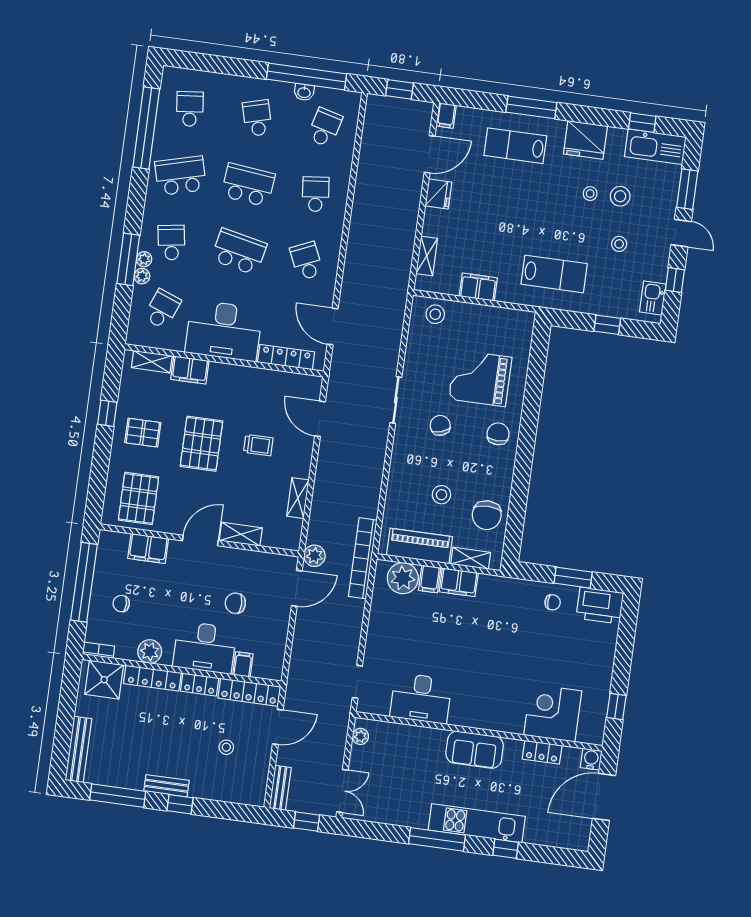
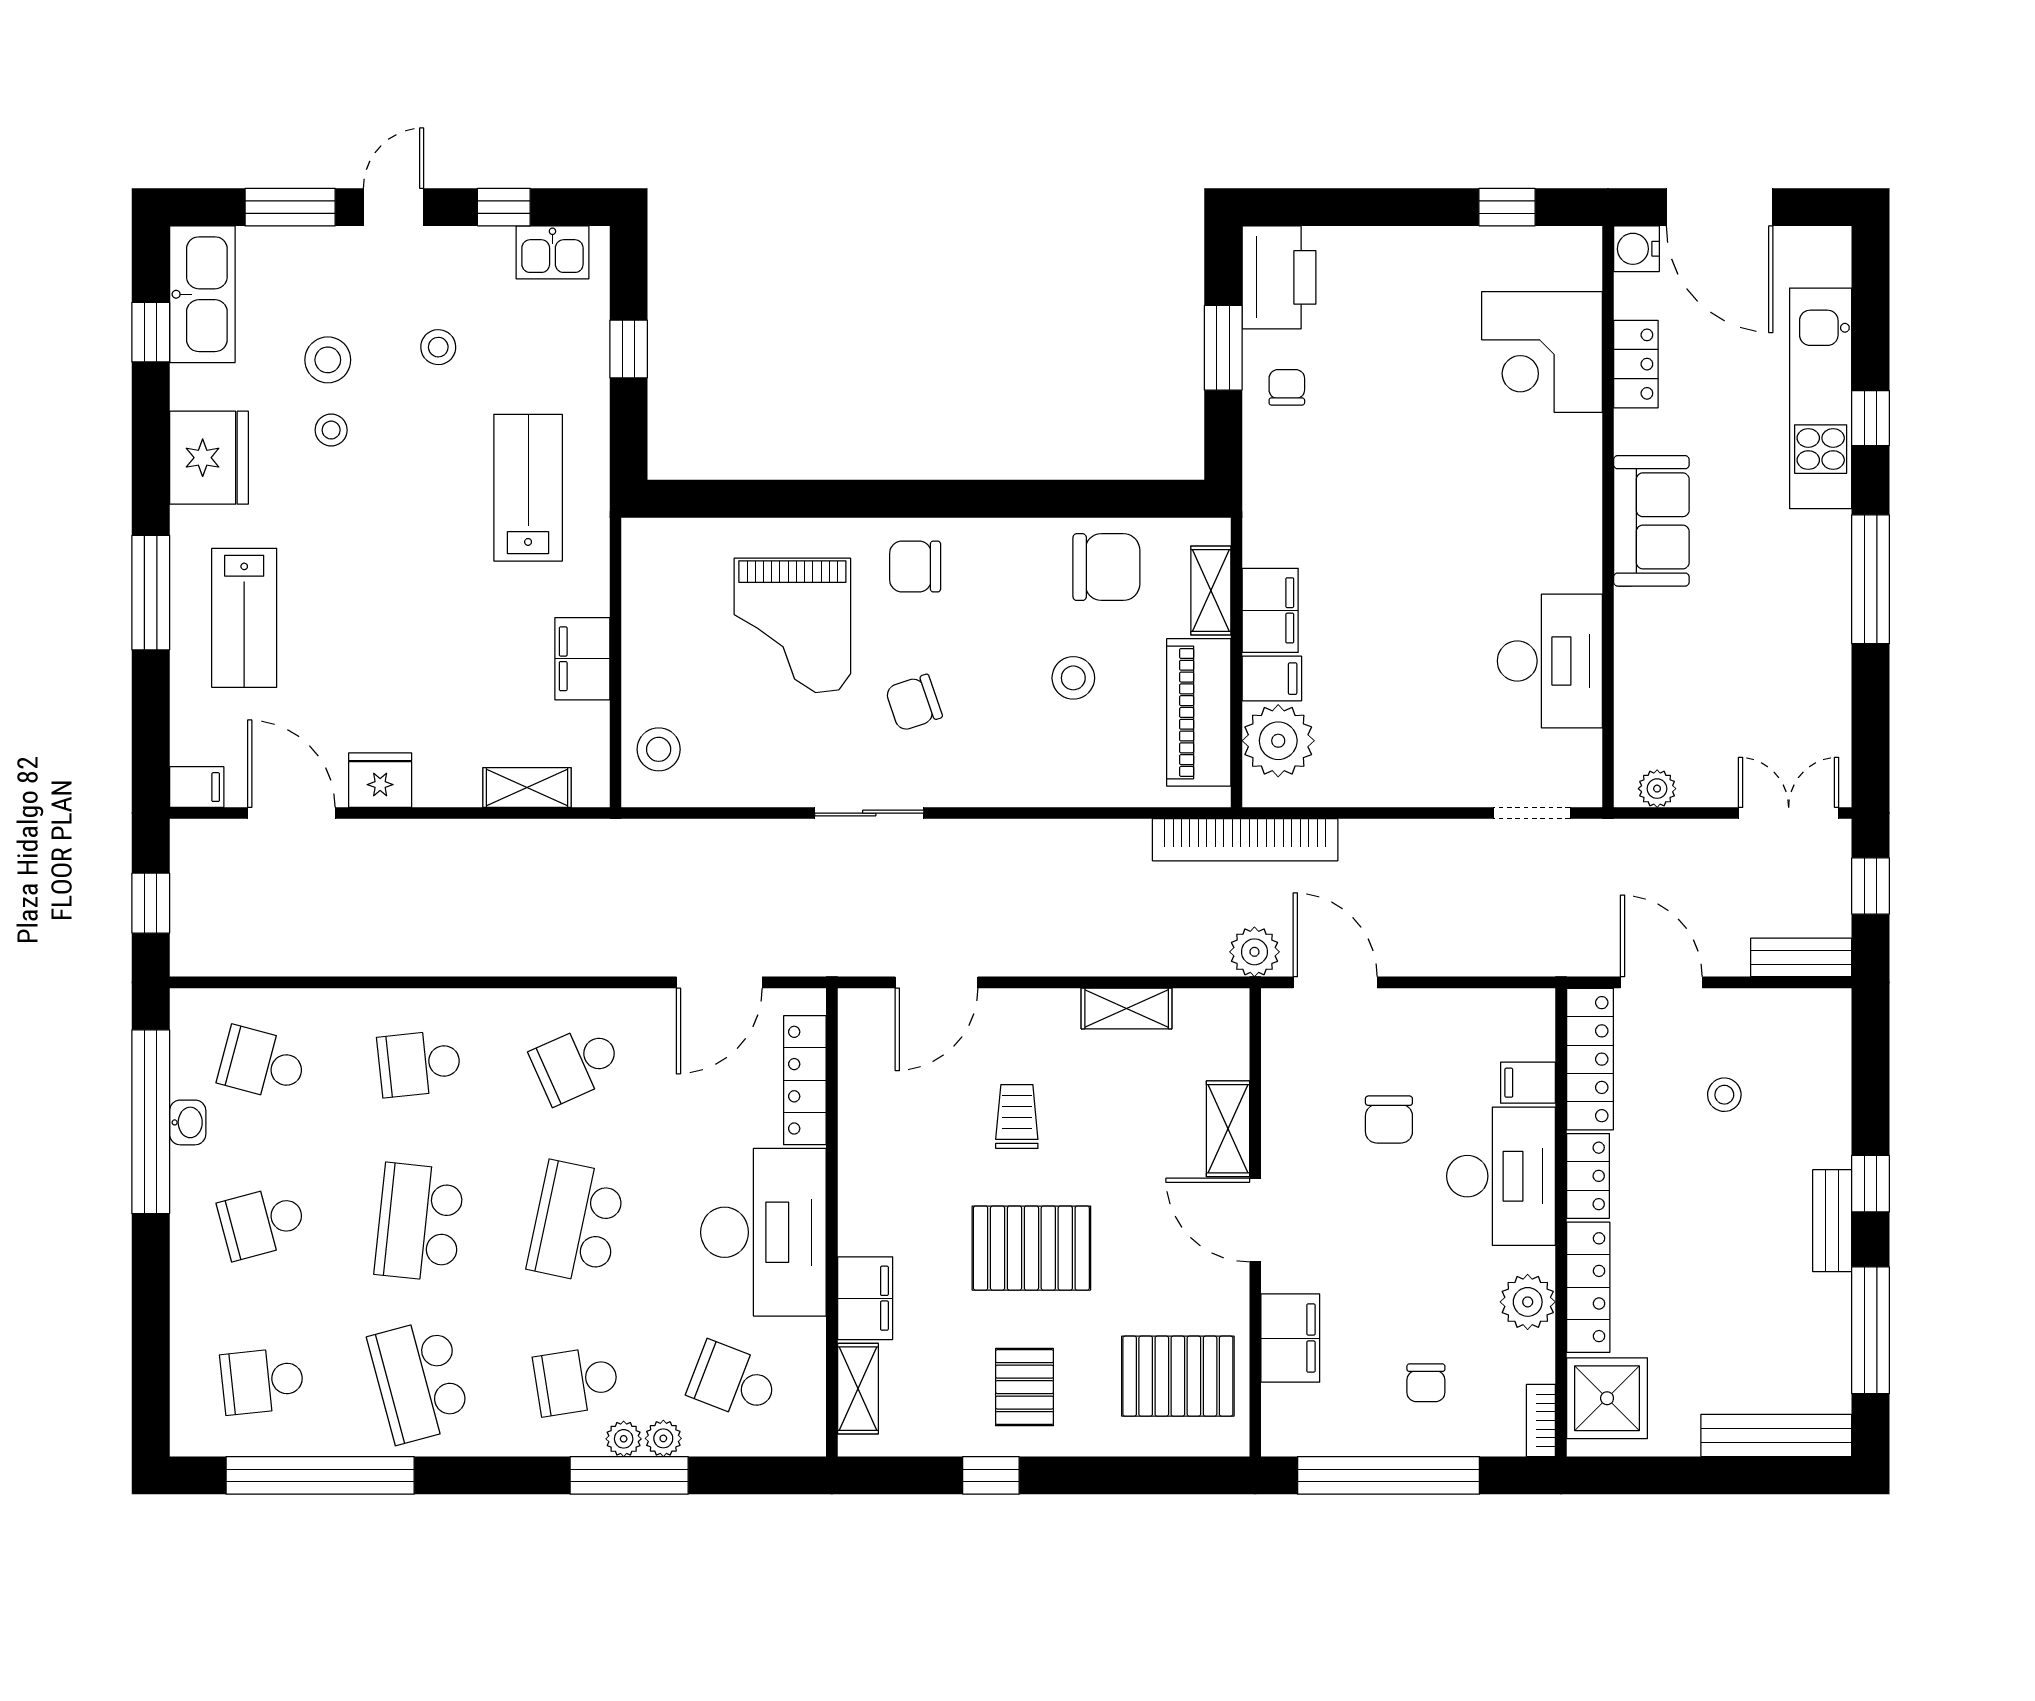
kitchen unit: (477, 823) -> (1821, 398), moved

